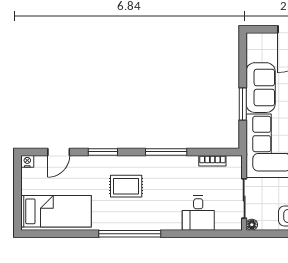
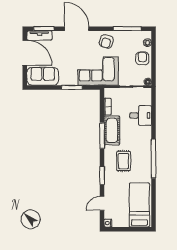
sofa: (261, 88) -> (43, 76), moved
door: (59, 152) -> (102, 203), swing flipped
cot: (175, 168) -> (112, 130), added

